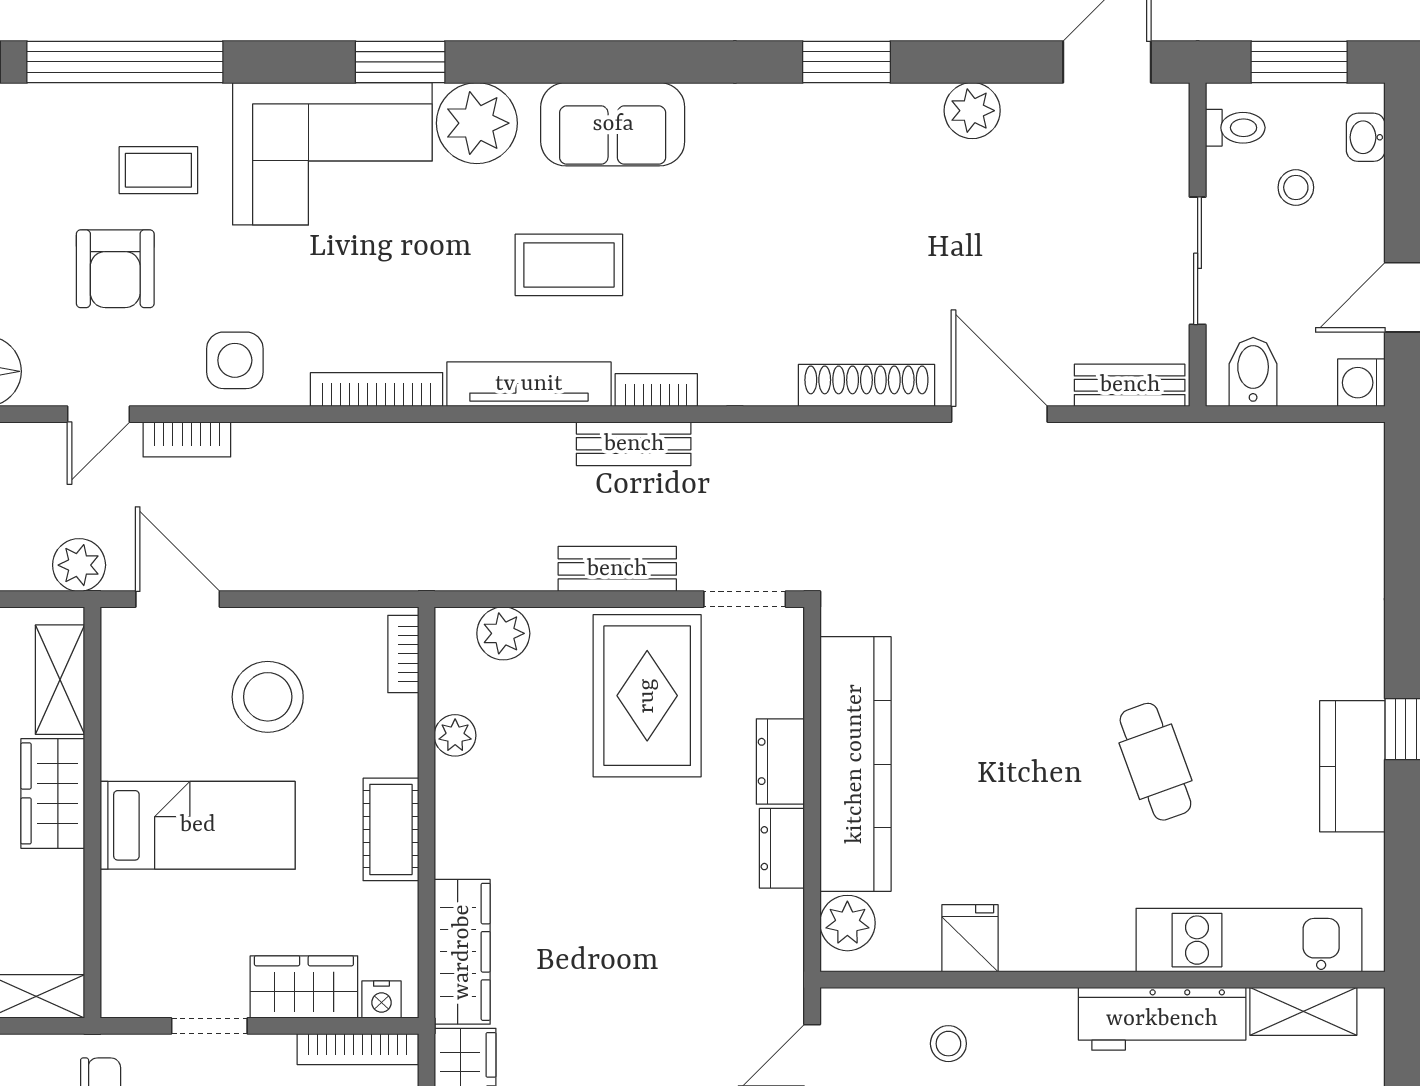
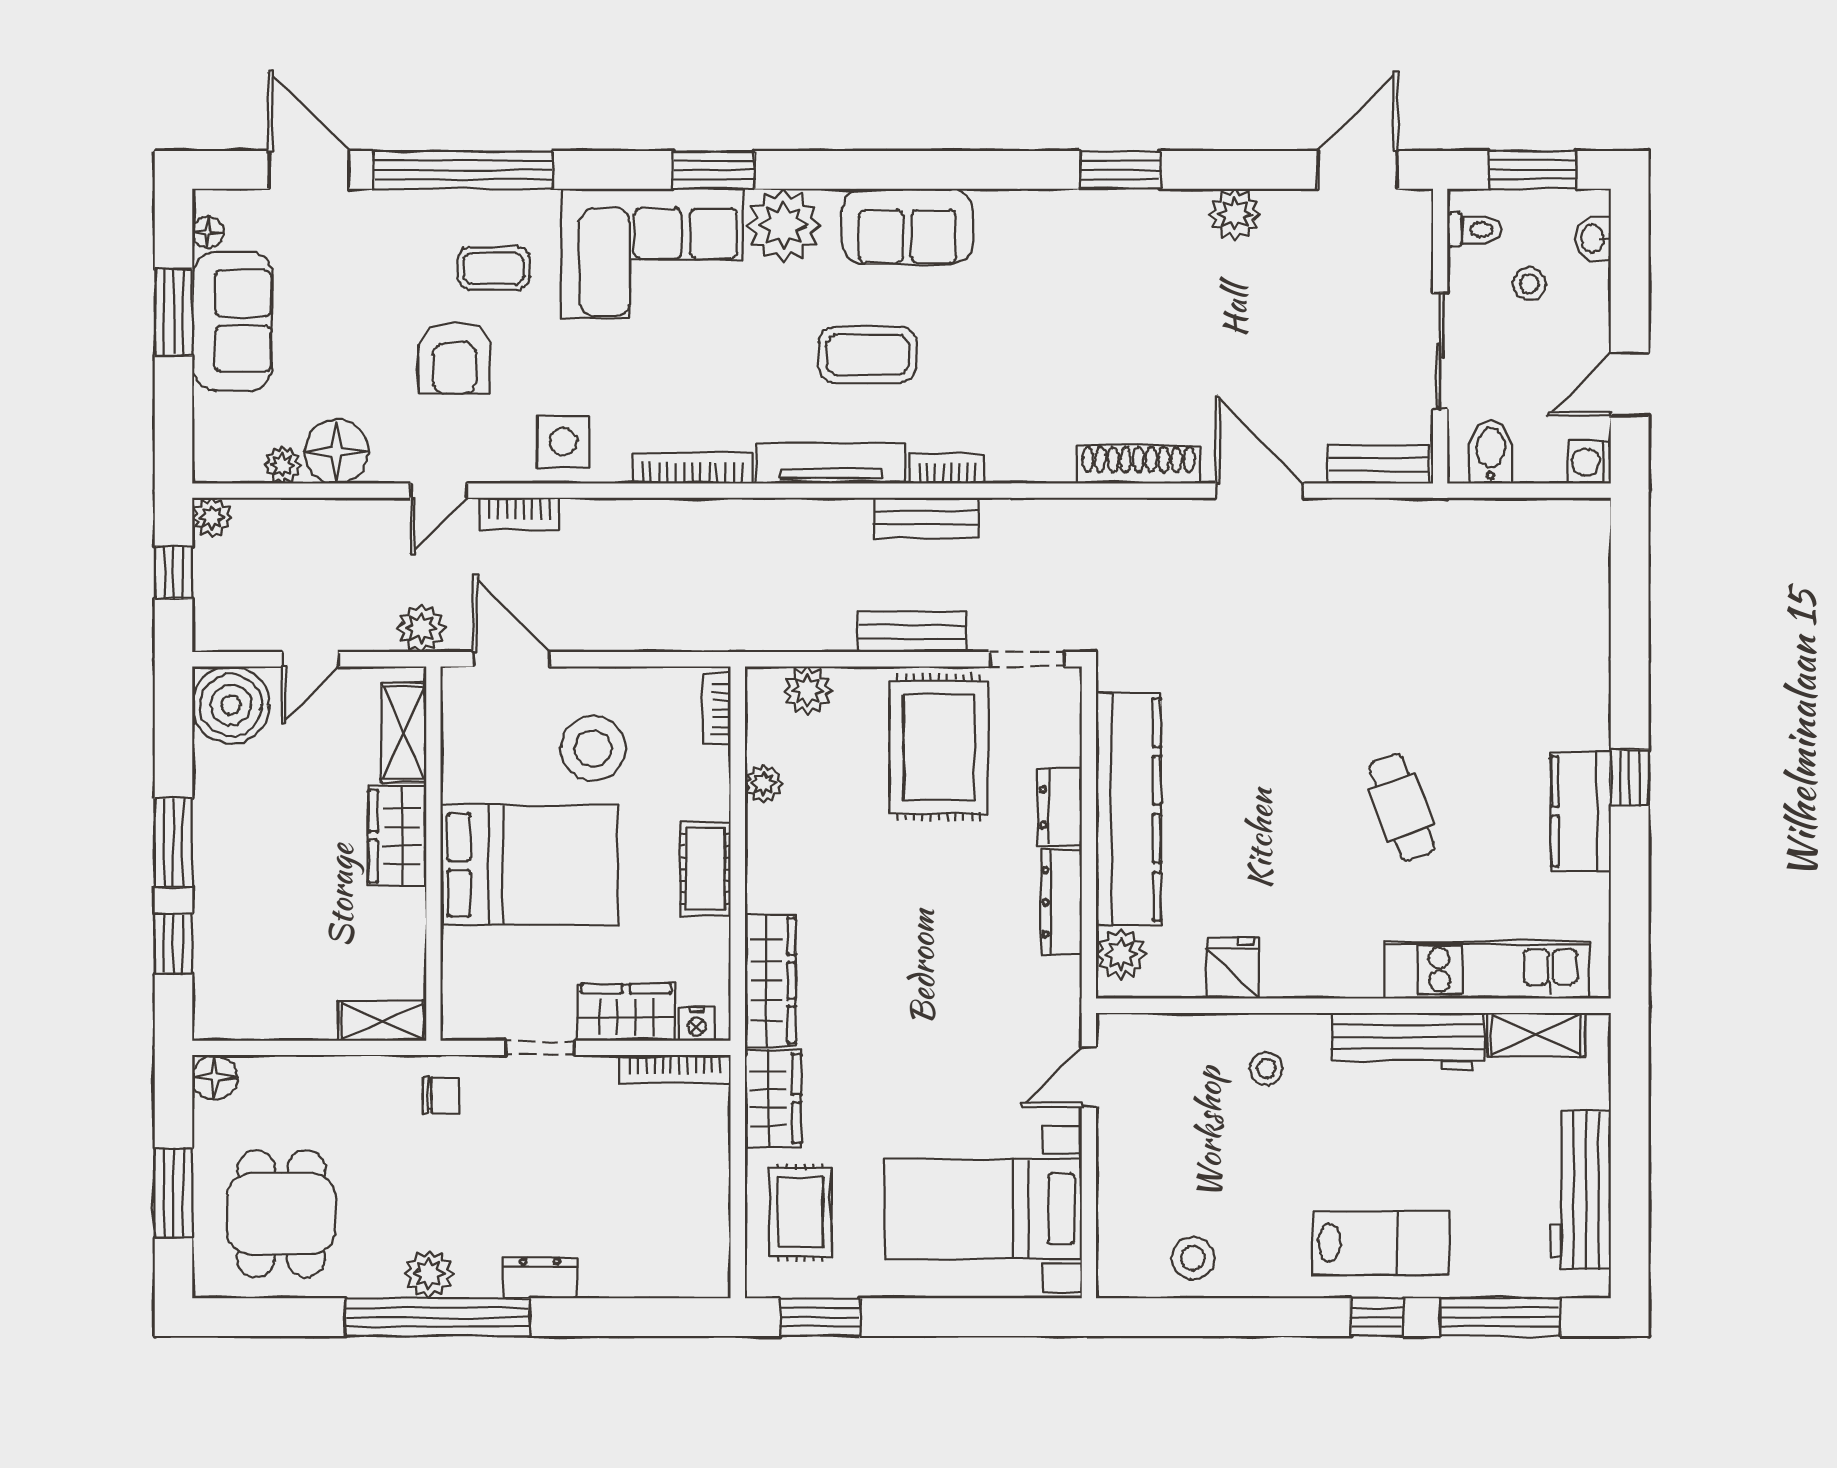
bed: (198, 825) -> (529, 865), width x1.50
dresser: (782, 848) -> (1061, 902), width x1.44
stool: (948, 1044) -> (1266, 1069), moved

